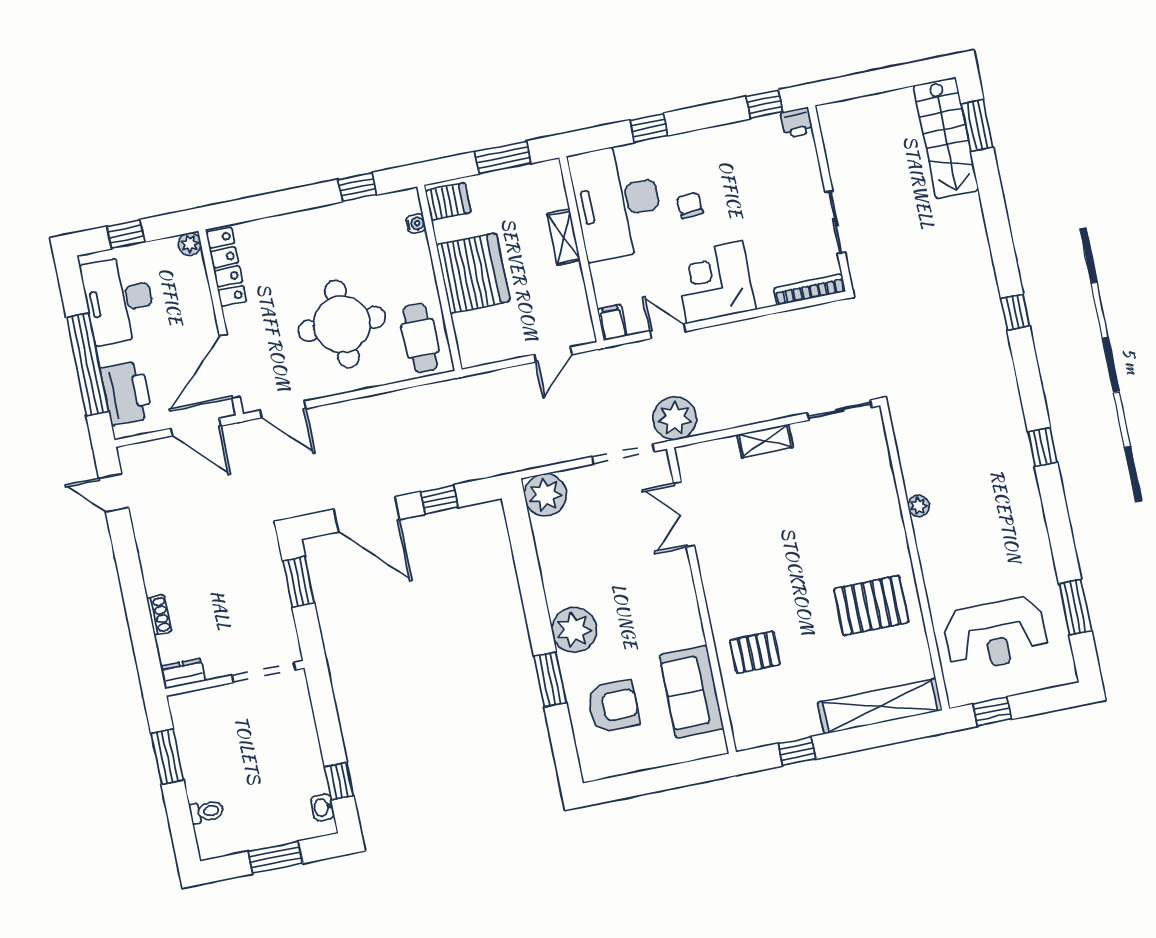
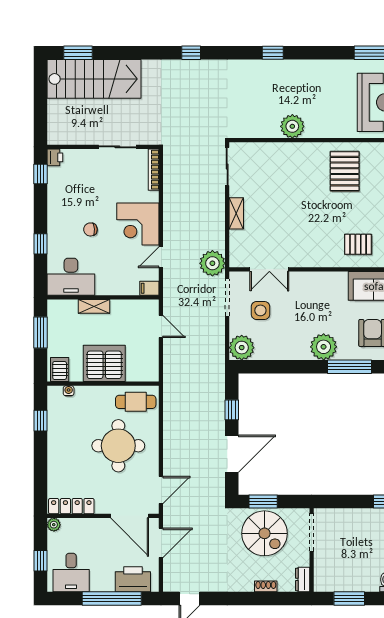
stairs: (946, 138) -> (94, 79), width x1.36, depth x1.51
desk: (617, 202) -> (71, 277), width x0.73, depth x0.77
desk: (119, 300) -> (71, 572), width x0.73
plant: (919, 506) -> (292, 126), width x1.87, depth x1.87
side table: (613, 513) -> (260, 310), added
spiral stairs: (246, 595) -> (264, 533), added
pallet: (755, 652) -> (358, 244), turned 90
window: (550, 679) -> (349, 367), width x1.44

